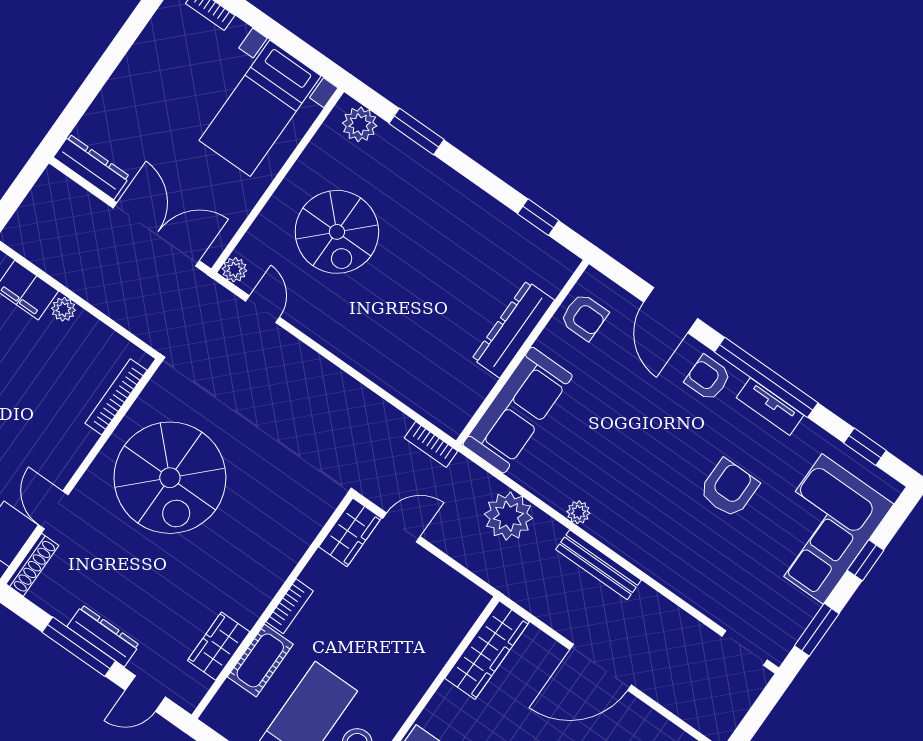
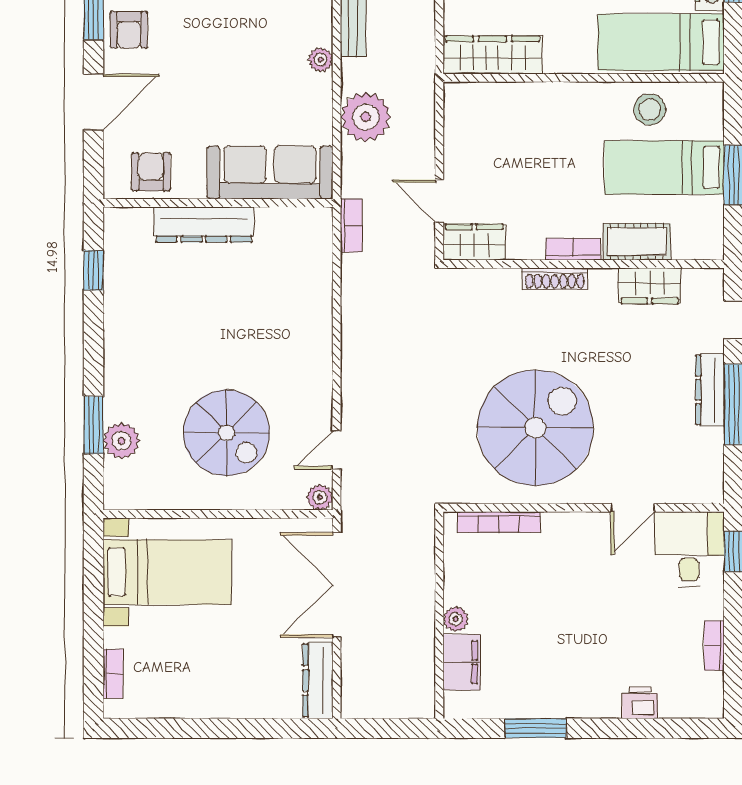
plant: (360, 124) -> (121, 441), moved
spiral stairs: (337, 232) -> (226, 433), turned 90
shoe rack: (32, 565) -> (555, 279), moved, turned 180

